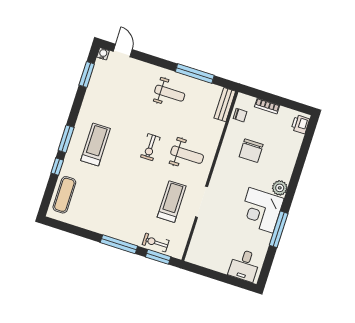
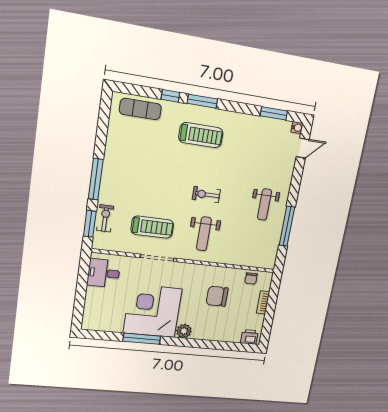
bench: (225, 105) -> (260, 262), removed
corner desk: (261, 210) -> (153, 311), width x1.36, depth x1.36
desk: (244, 265) -> (104, 273), moved

